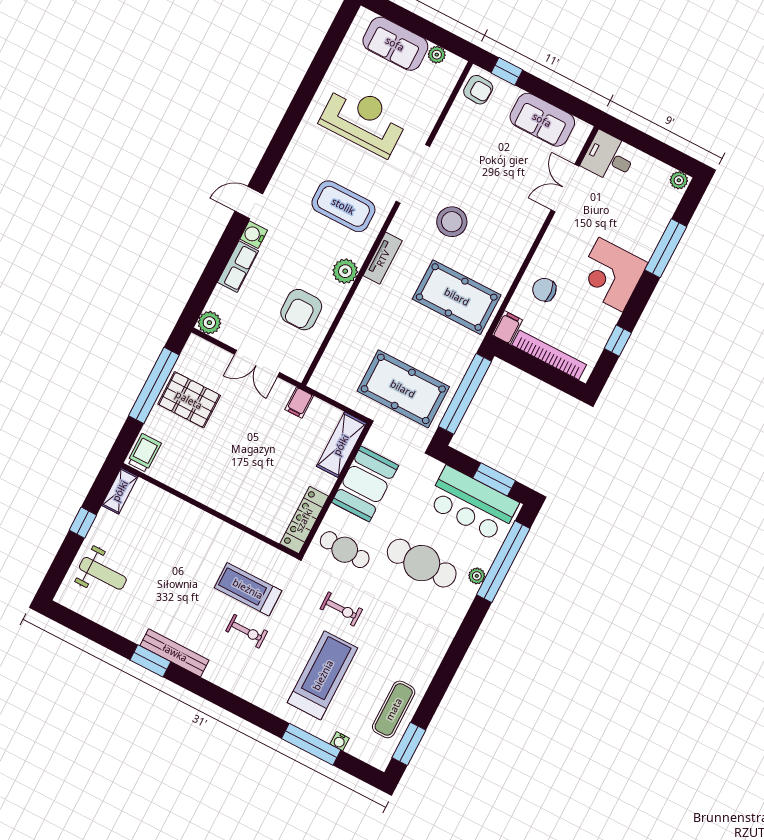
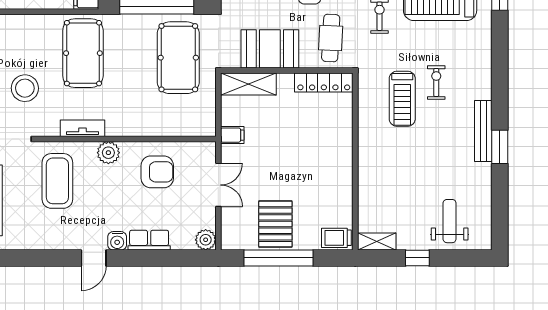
door: (249, 203) -> (94, 258), hinge flipped

